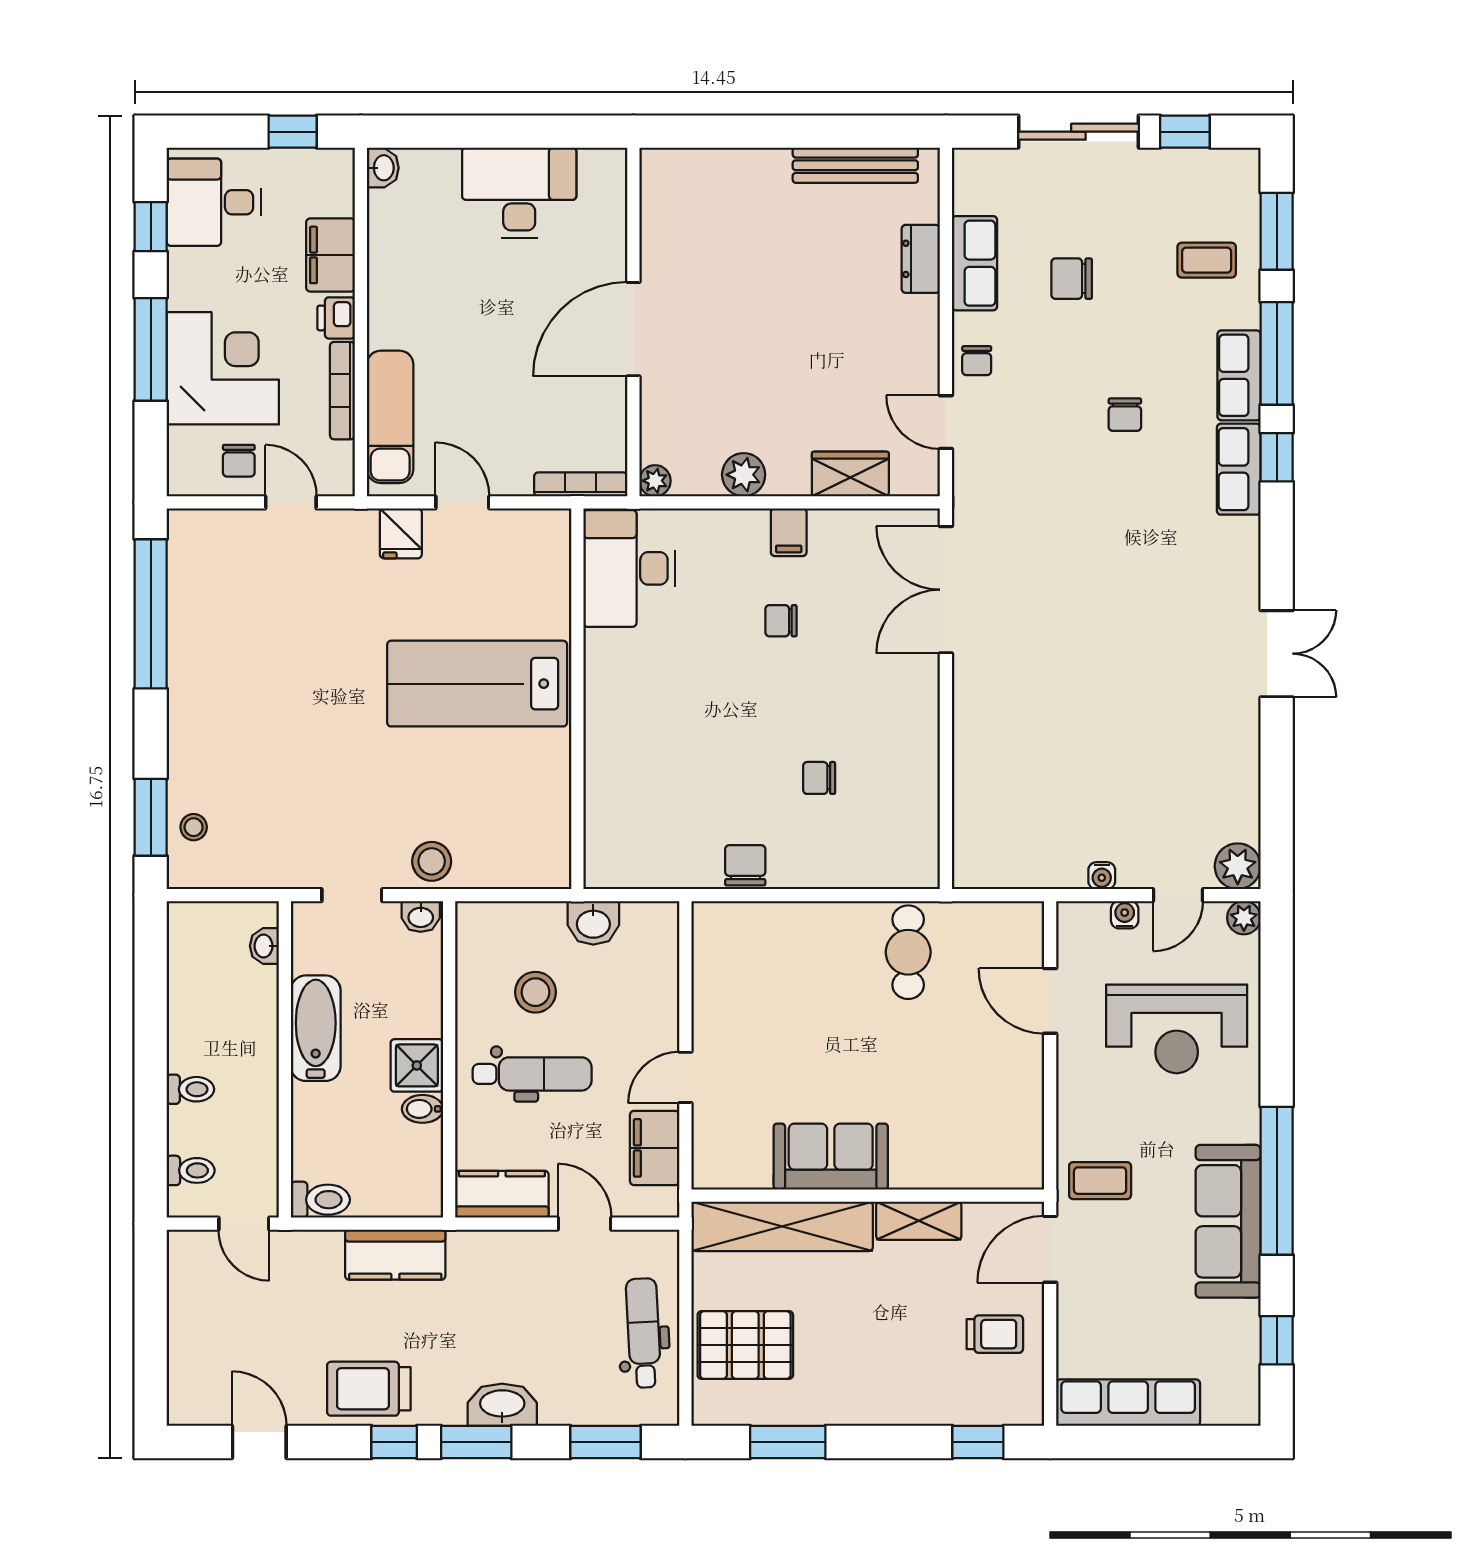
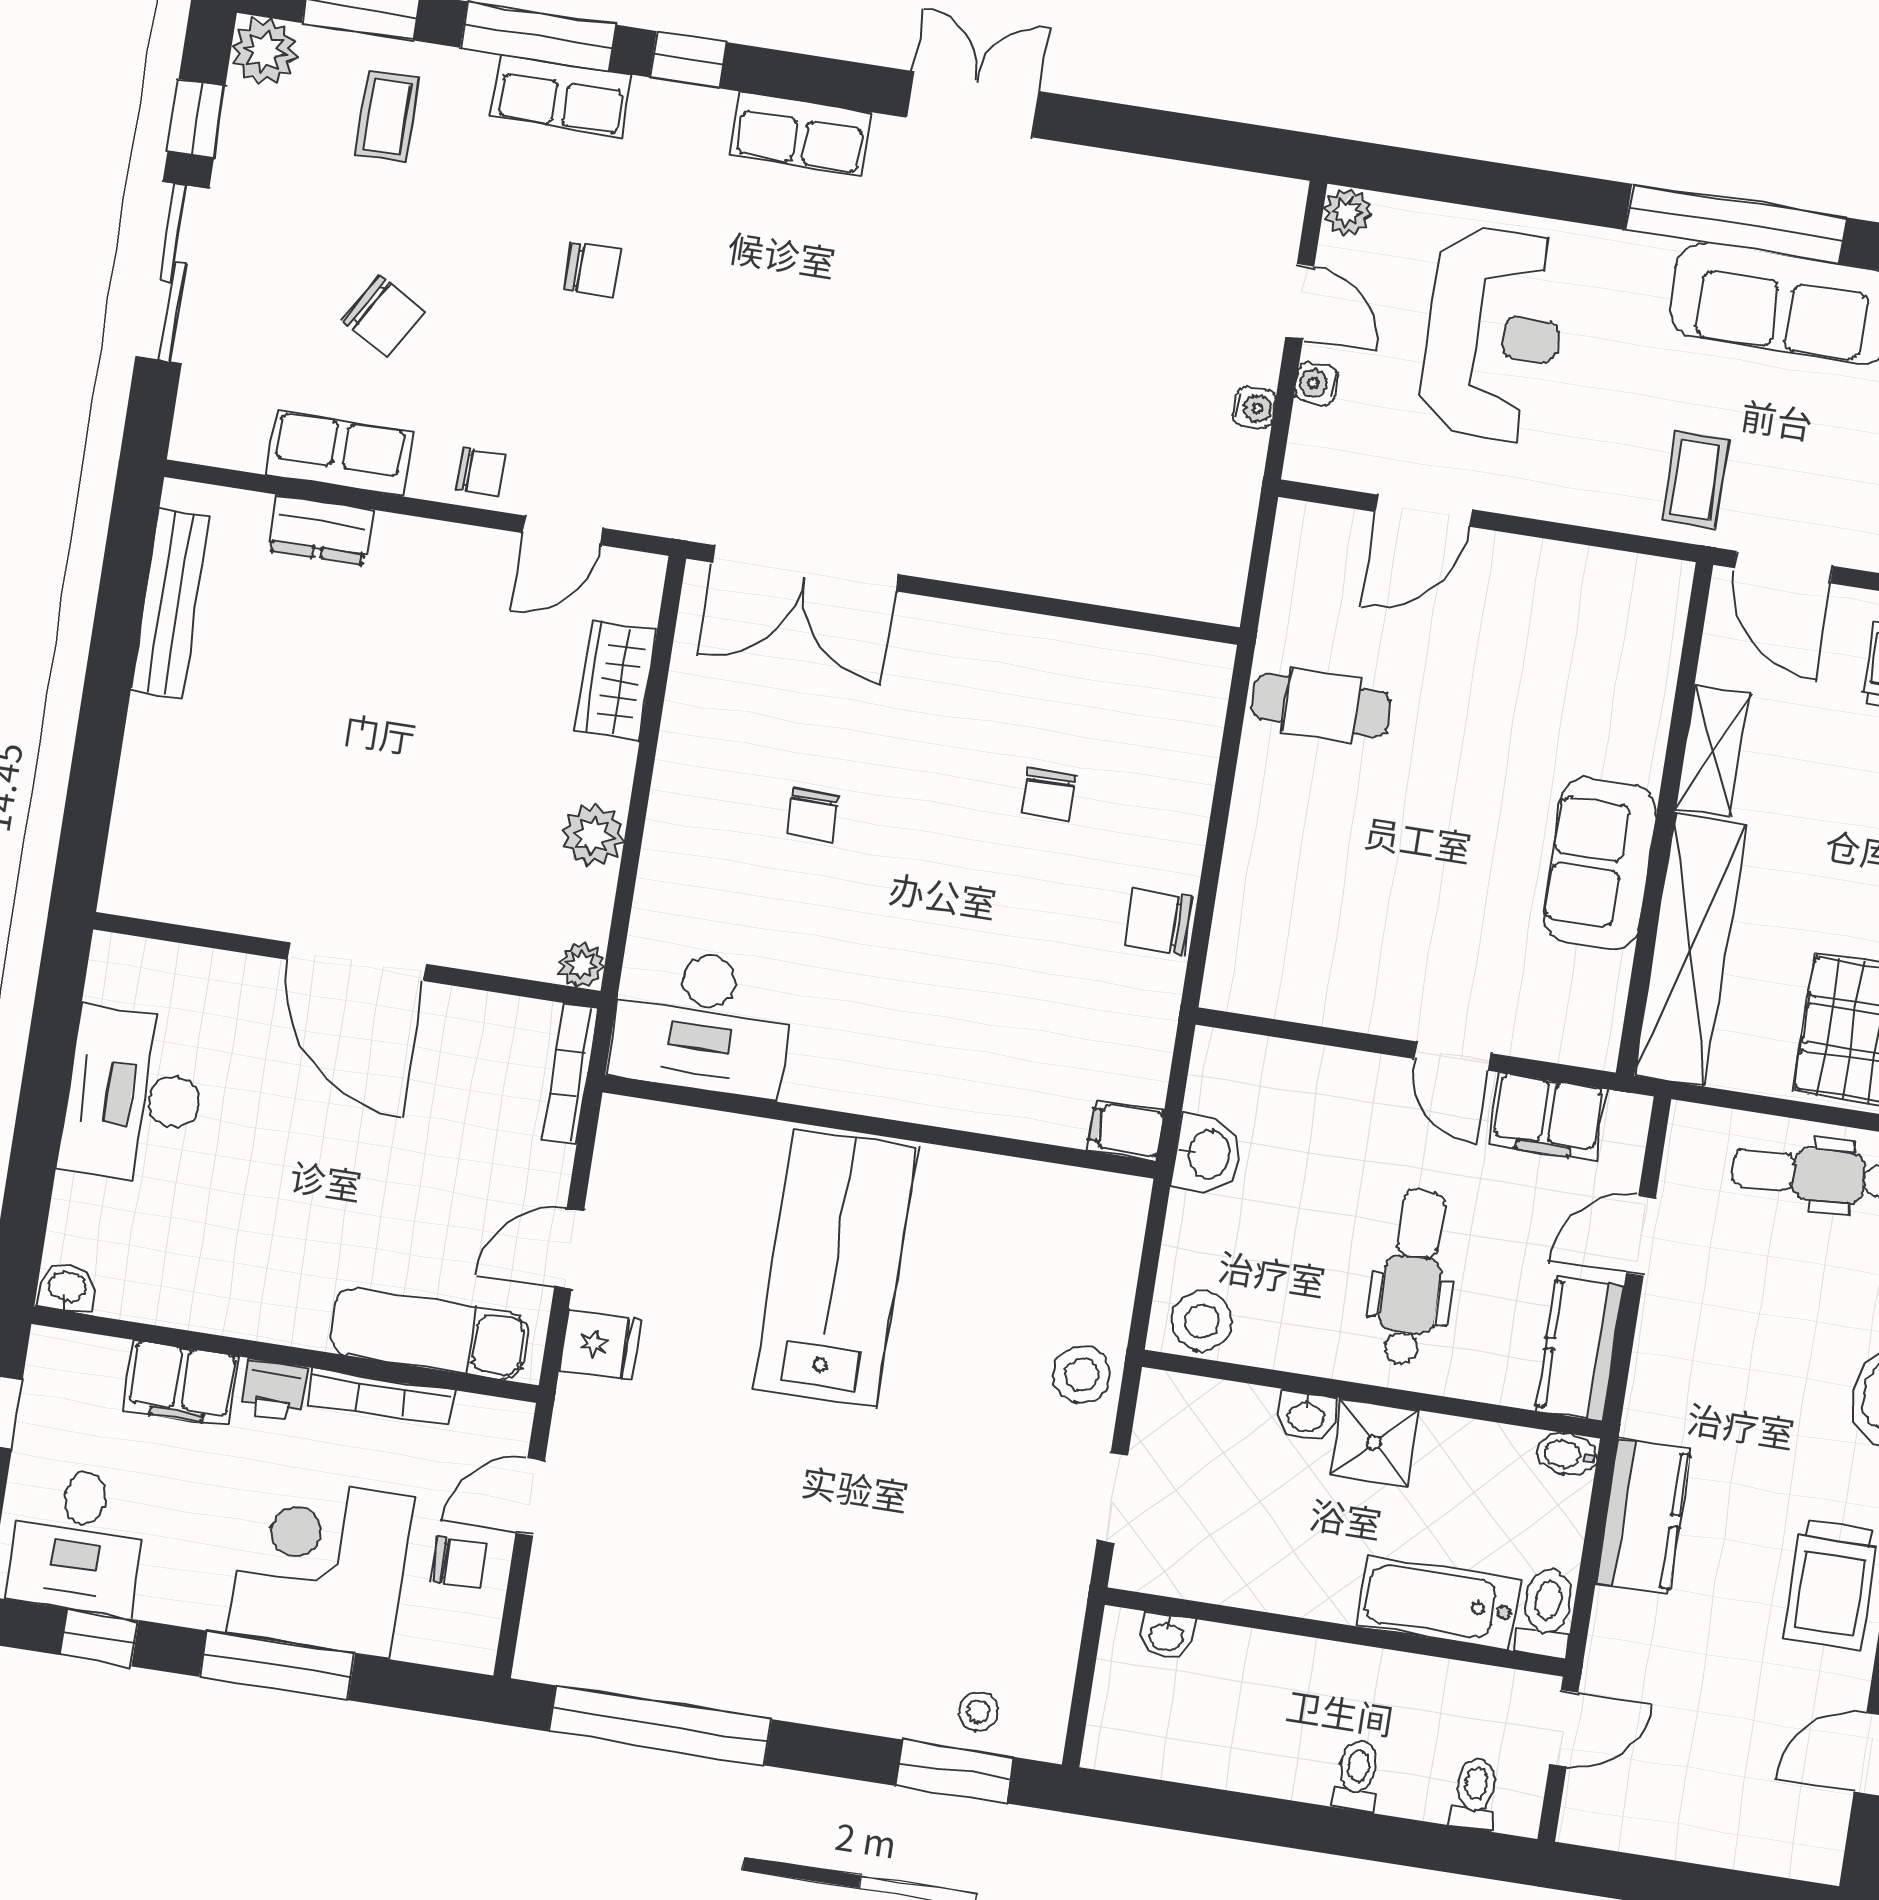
chair: (1072, 279) -> (383, 316), turned -60
row of seats: (1239, 469) -> (801, 134), moved
filing cabinet: (789, 532) -> (1126, 1130), moved, turned 180
lab bench: (477, 684) -> (835, 1268), turned 180
plant: (1238, 866) -> (265, 51), moved
washbasin: (421, 917) -> (1306, 1416), moved, turned 90
stool: (535, 992) -> (1202, 1321), moved
bathtub: (316, 1028) -> (1438, 1602), moved
bidet: (422, 1109) -> (1567, 1454), moved, turned 90

